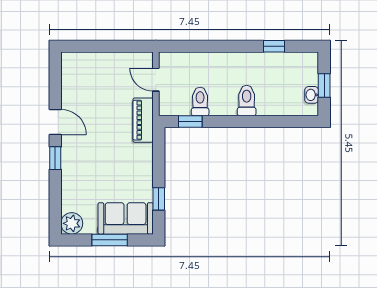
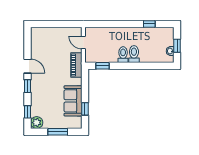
toilet: (200, 101) -> (123, 55), moved
window: (55, 204) -> (27, 112), added
sofa: (126, 218) -> (73, 101), moved, turned -90

